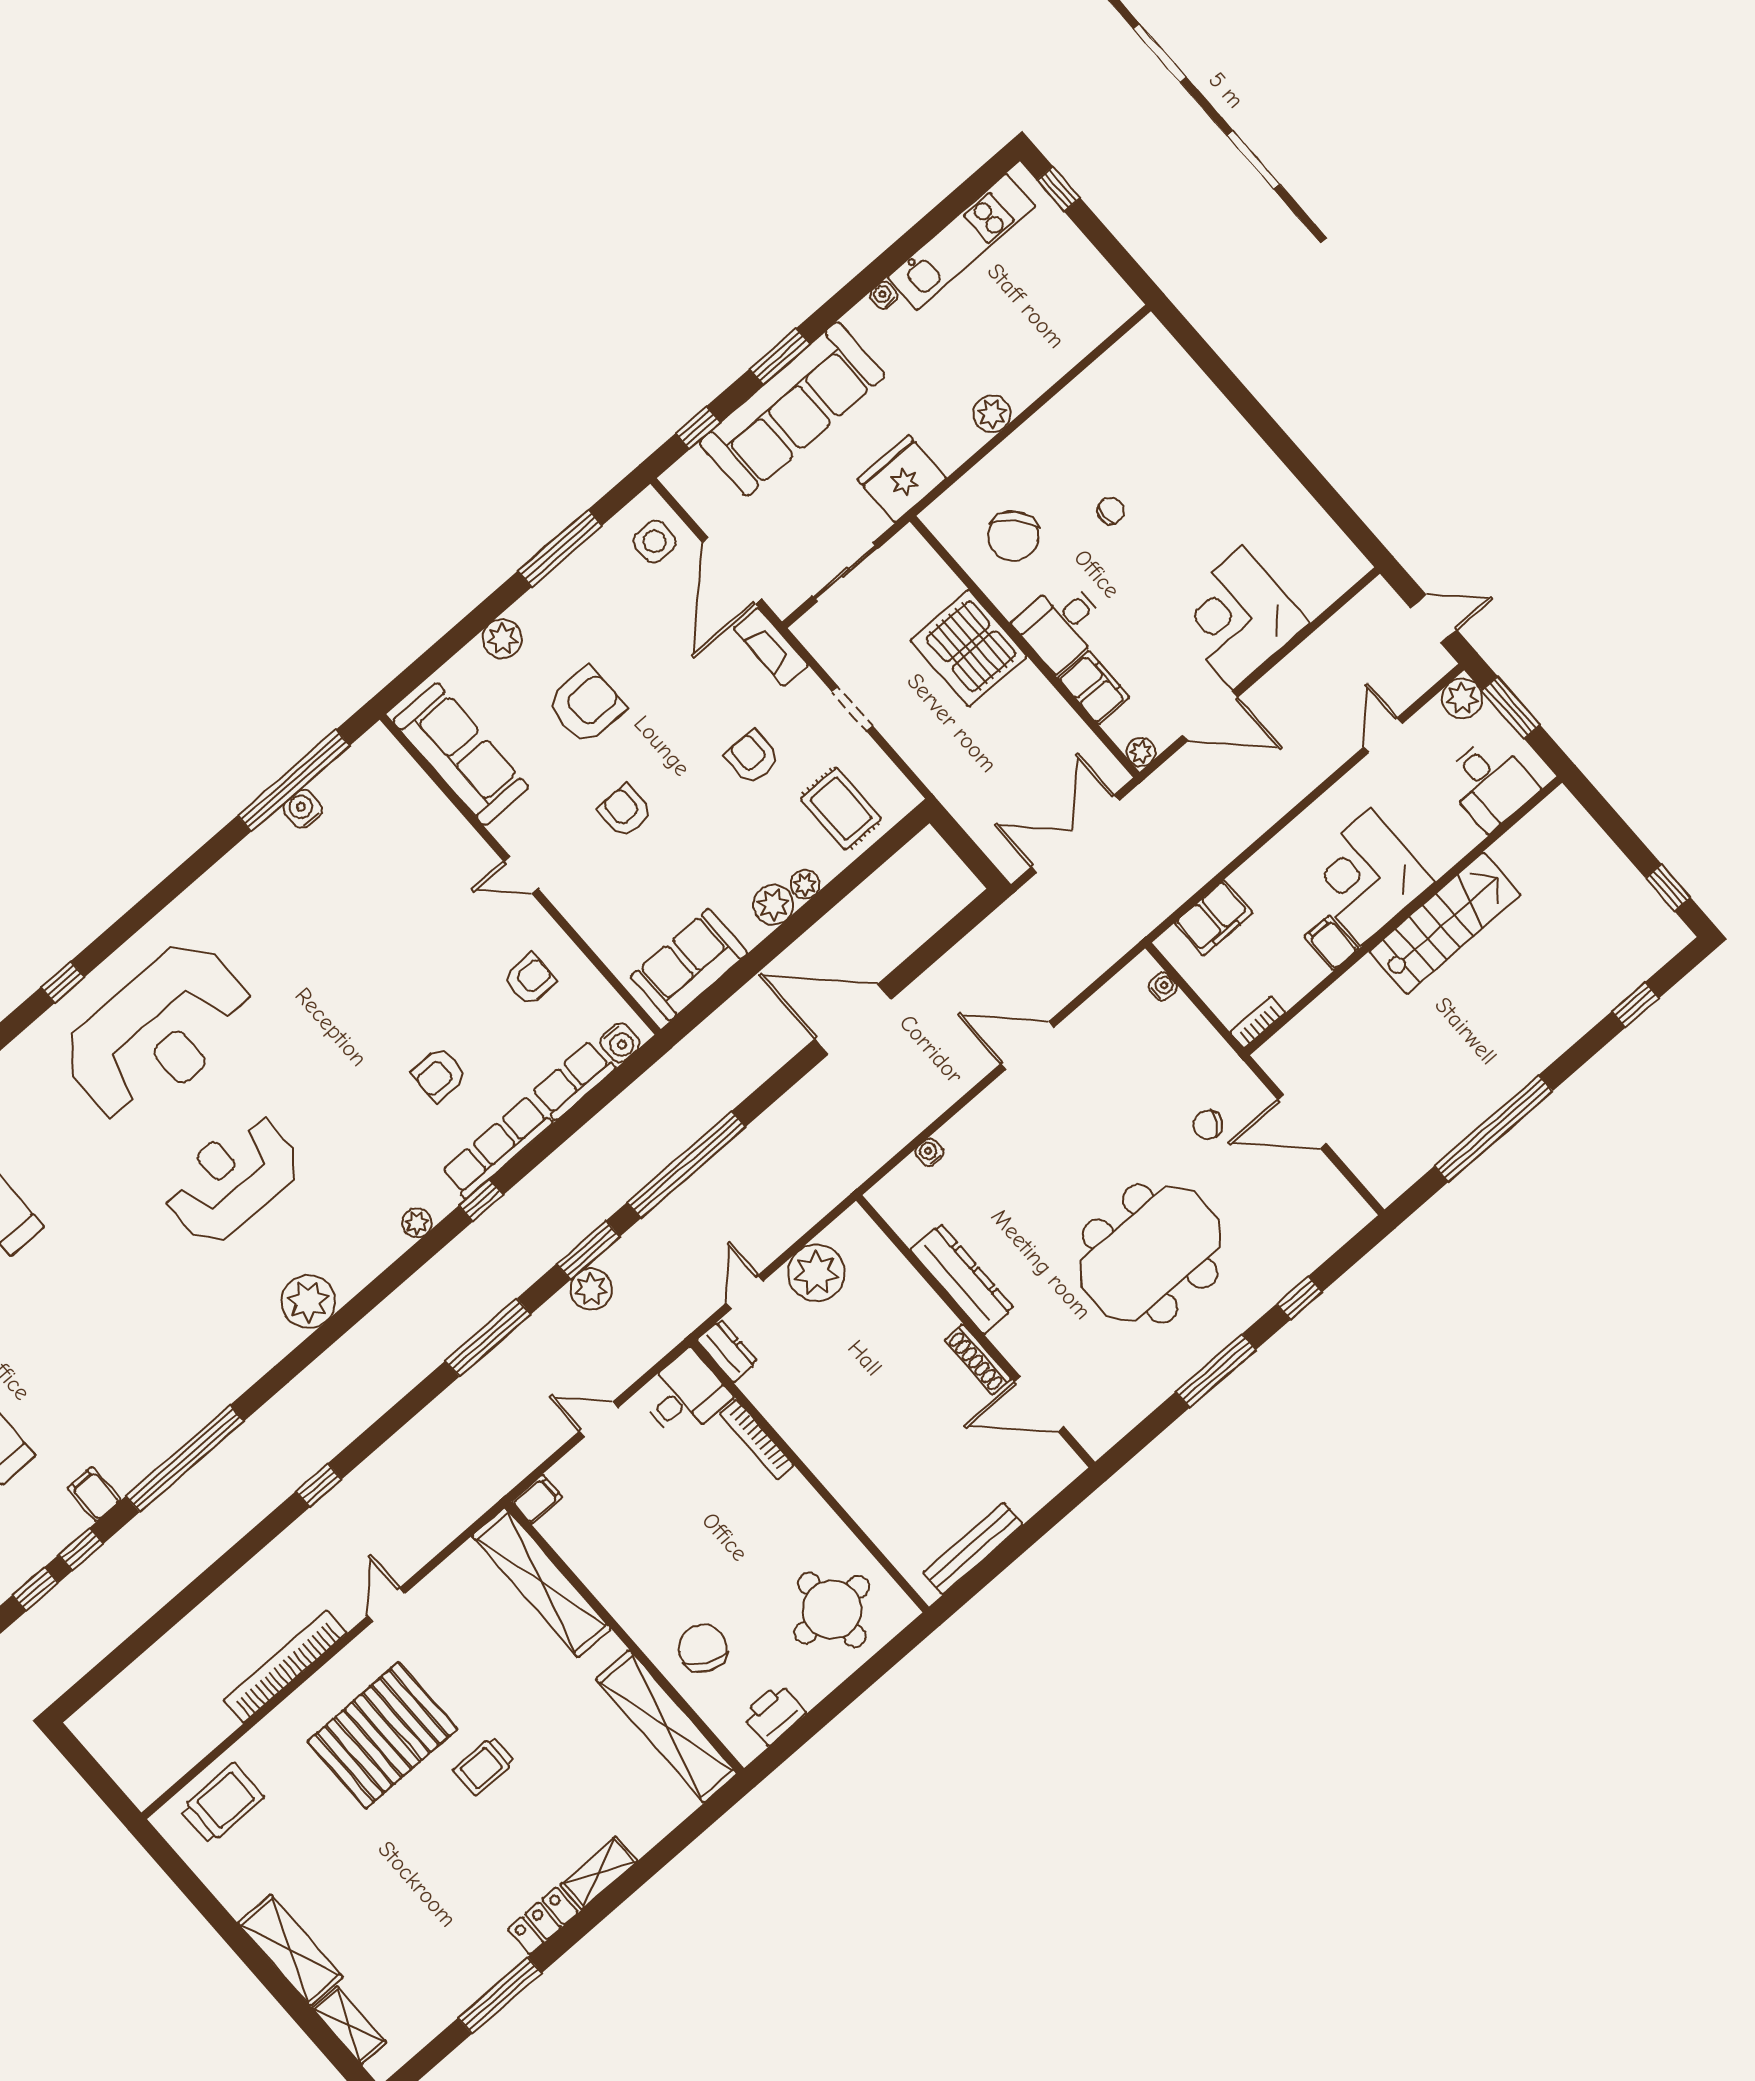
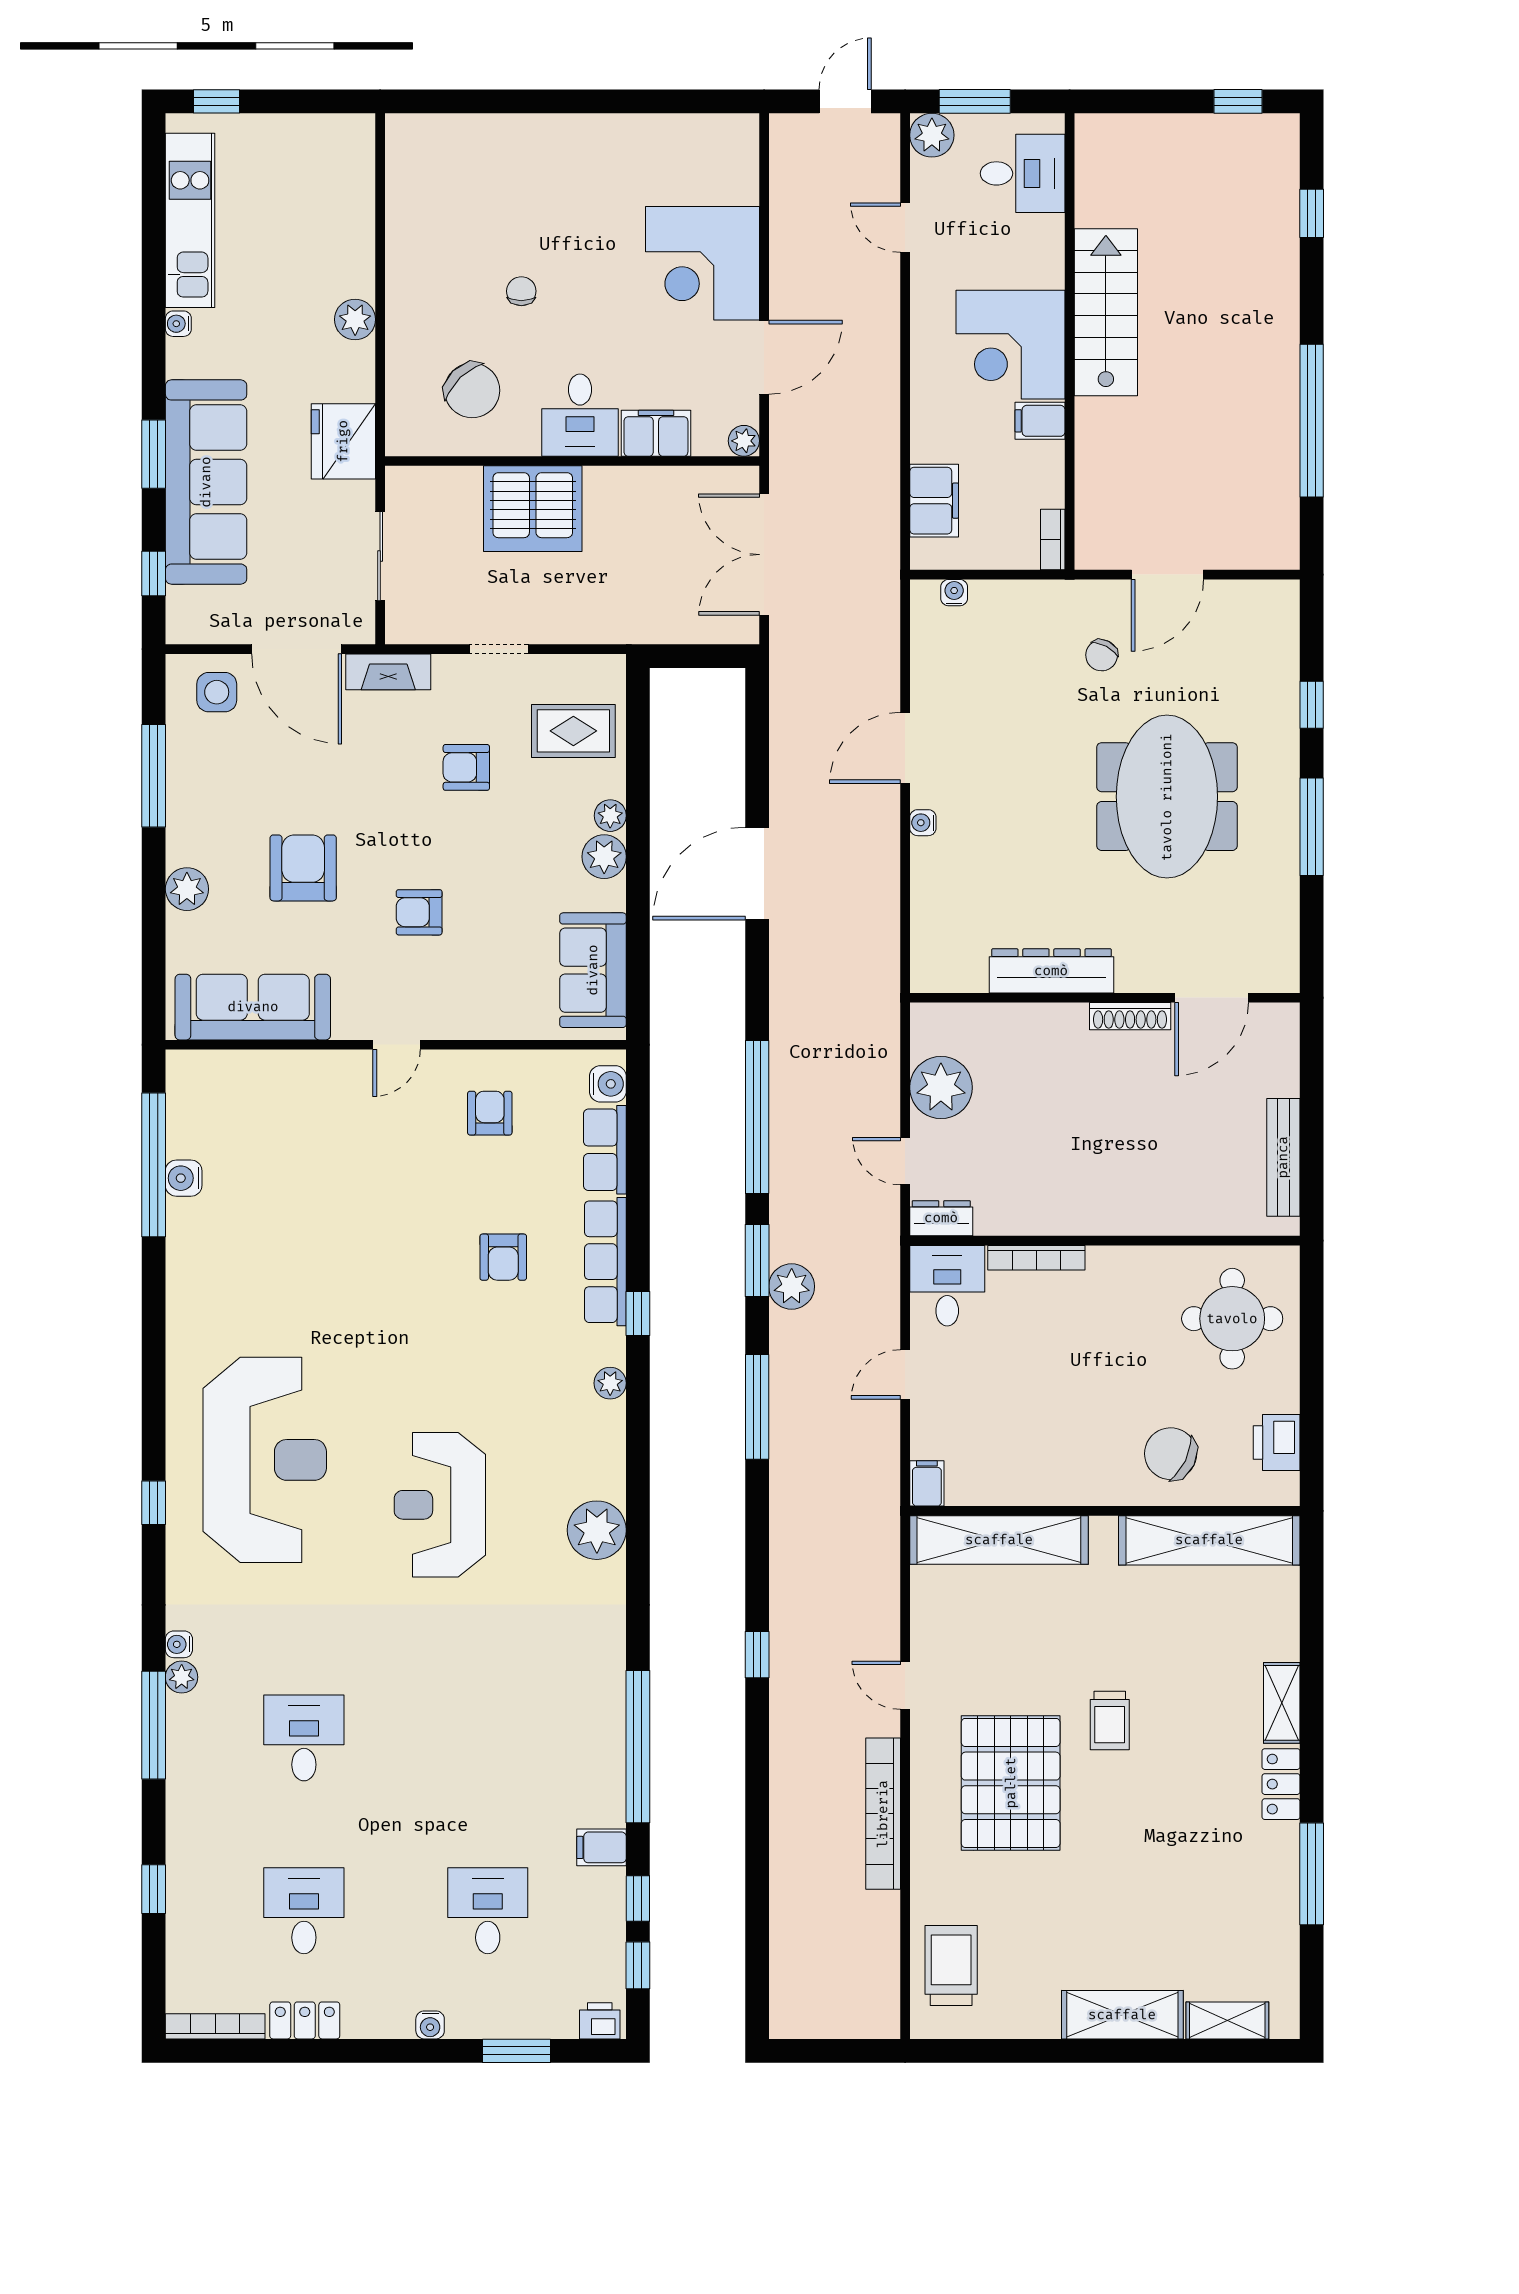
water cooler: (929, 1152) -> (923, 823), moved

